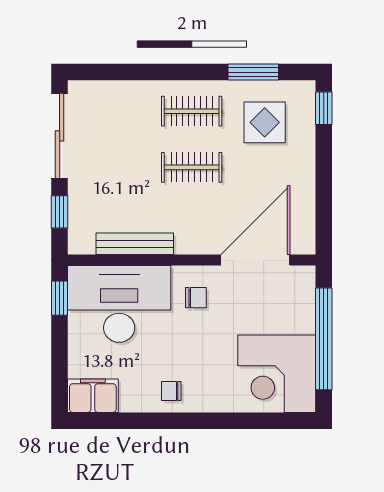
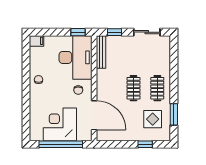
window: (324, 108) -> (145, 144), moved
sliding door: (60, 136) -> (147, 32), width x0.73
bench: (135, 244) -> (101, 52), moved
corner desk: (277, 374) -> (60, 124), moved
filing cabinet: (93, 396) -> (37, 41), width x0.50

